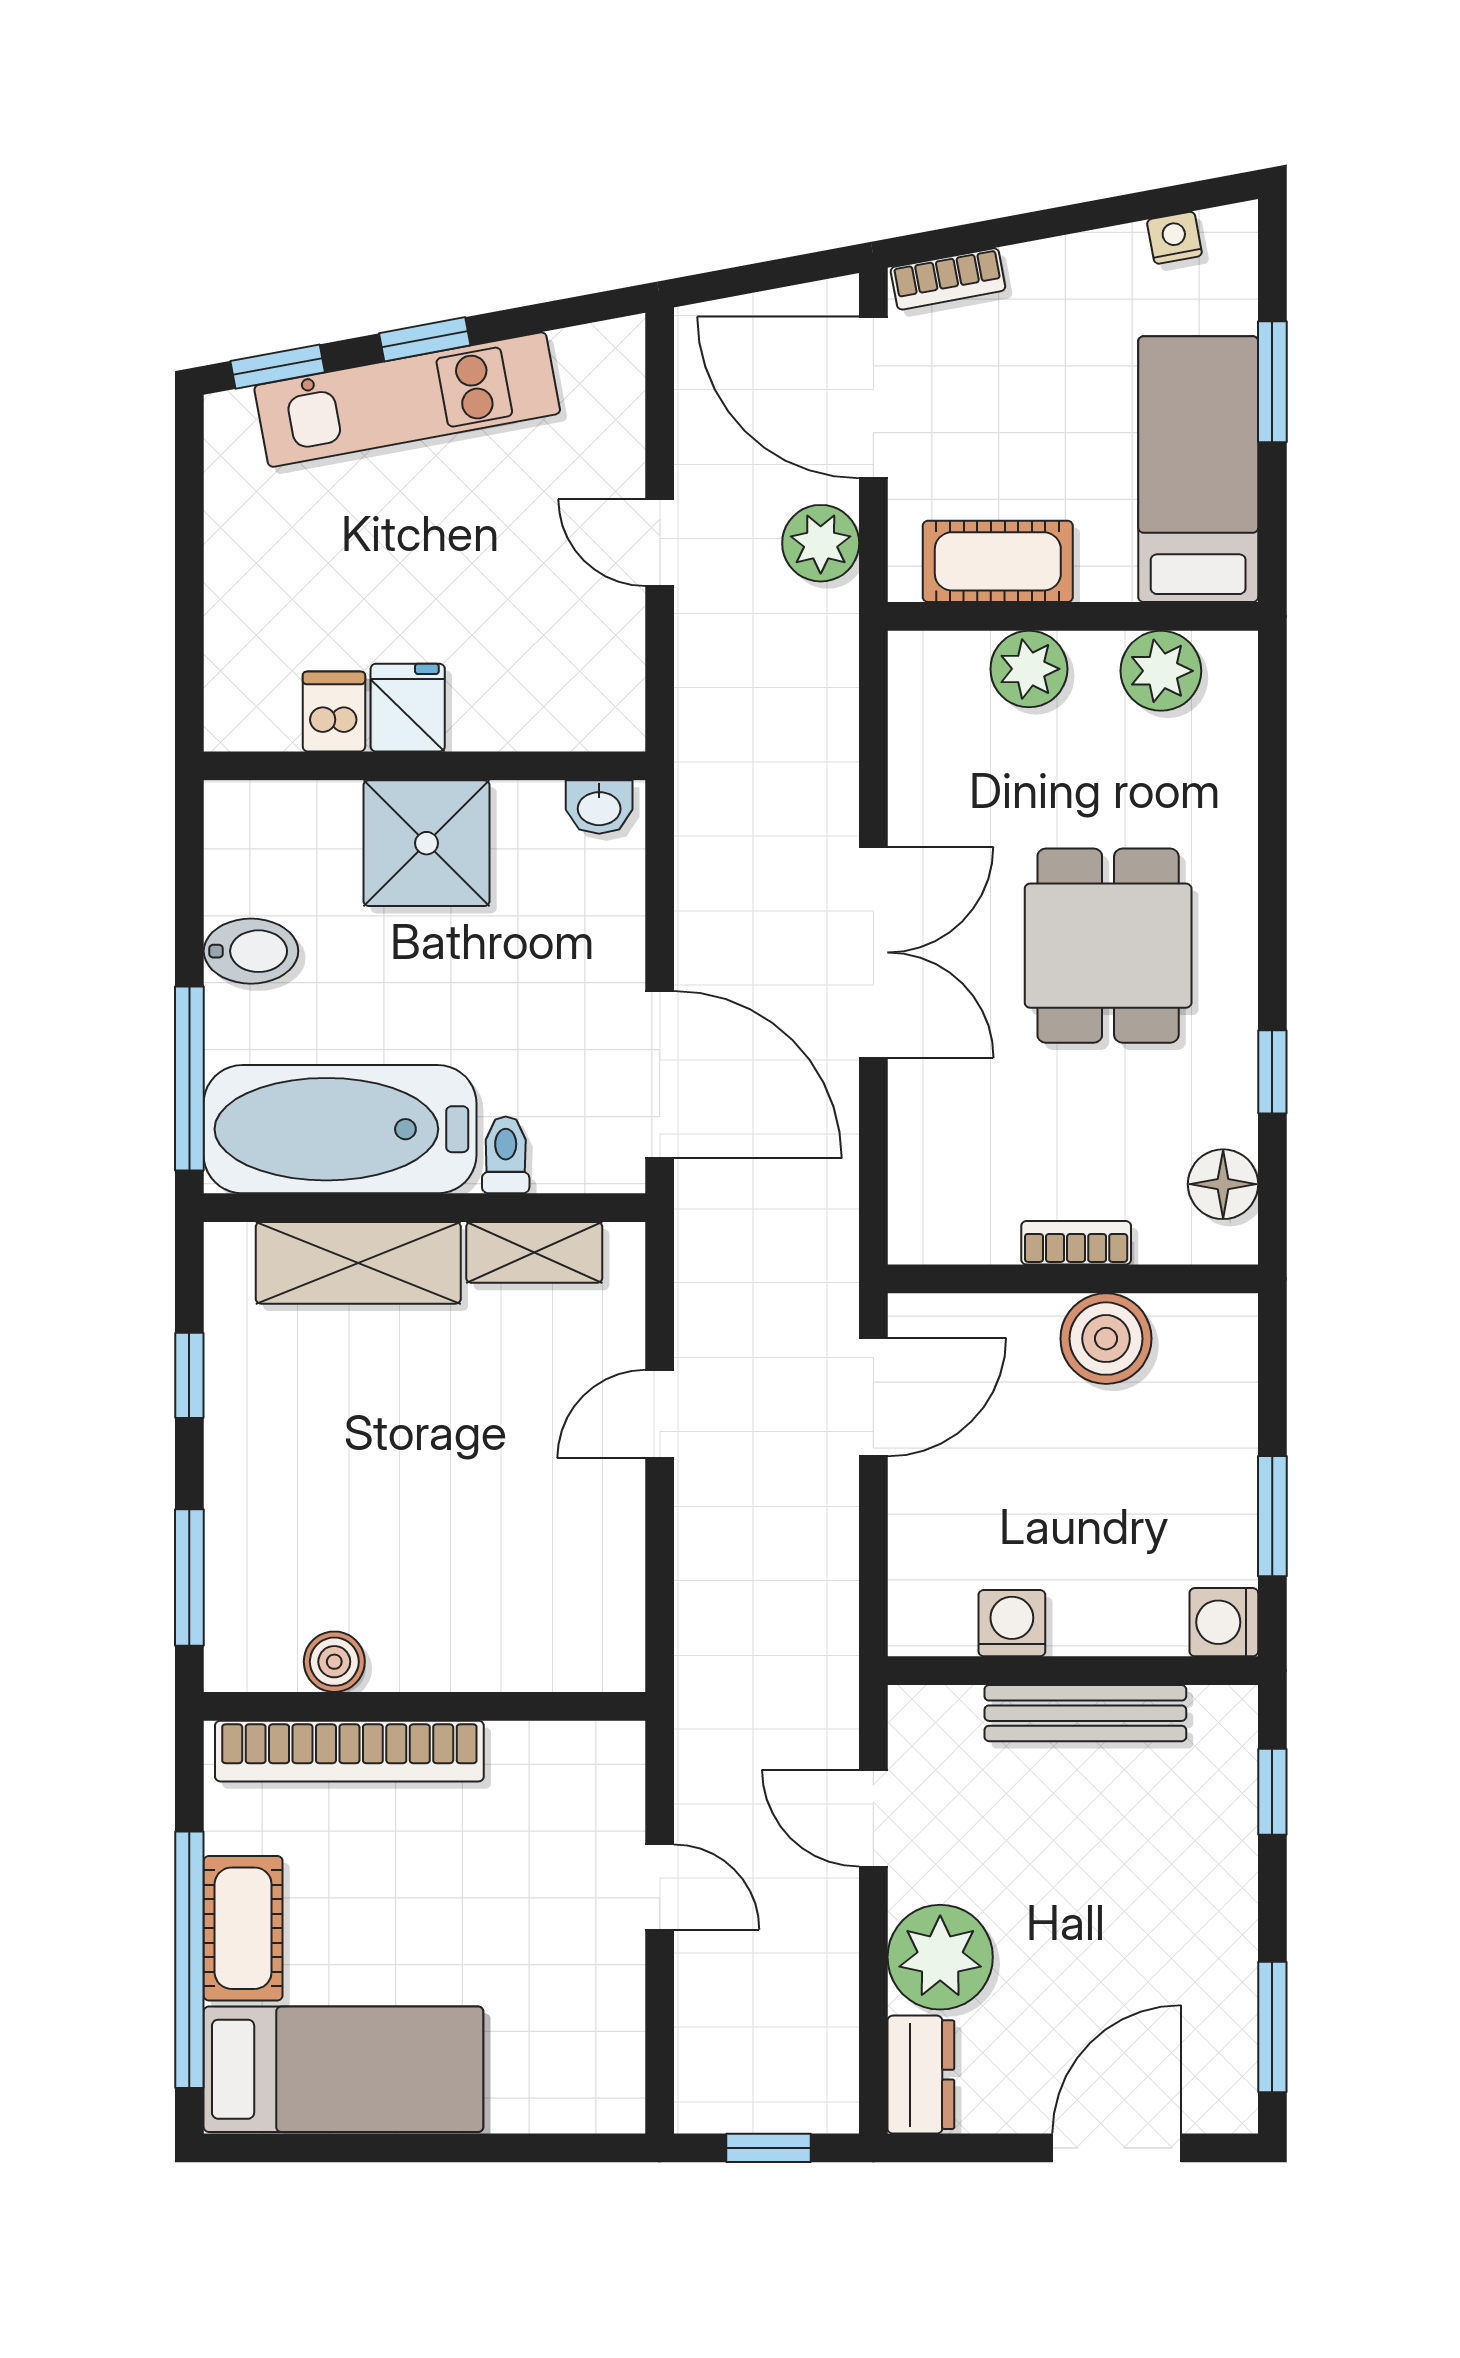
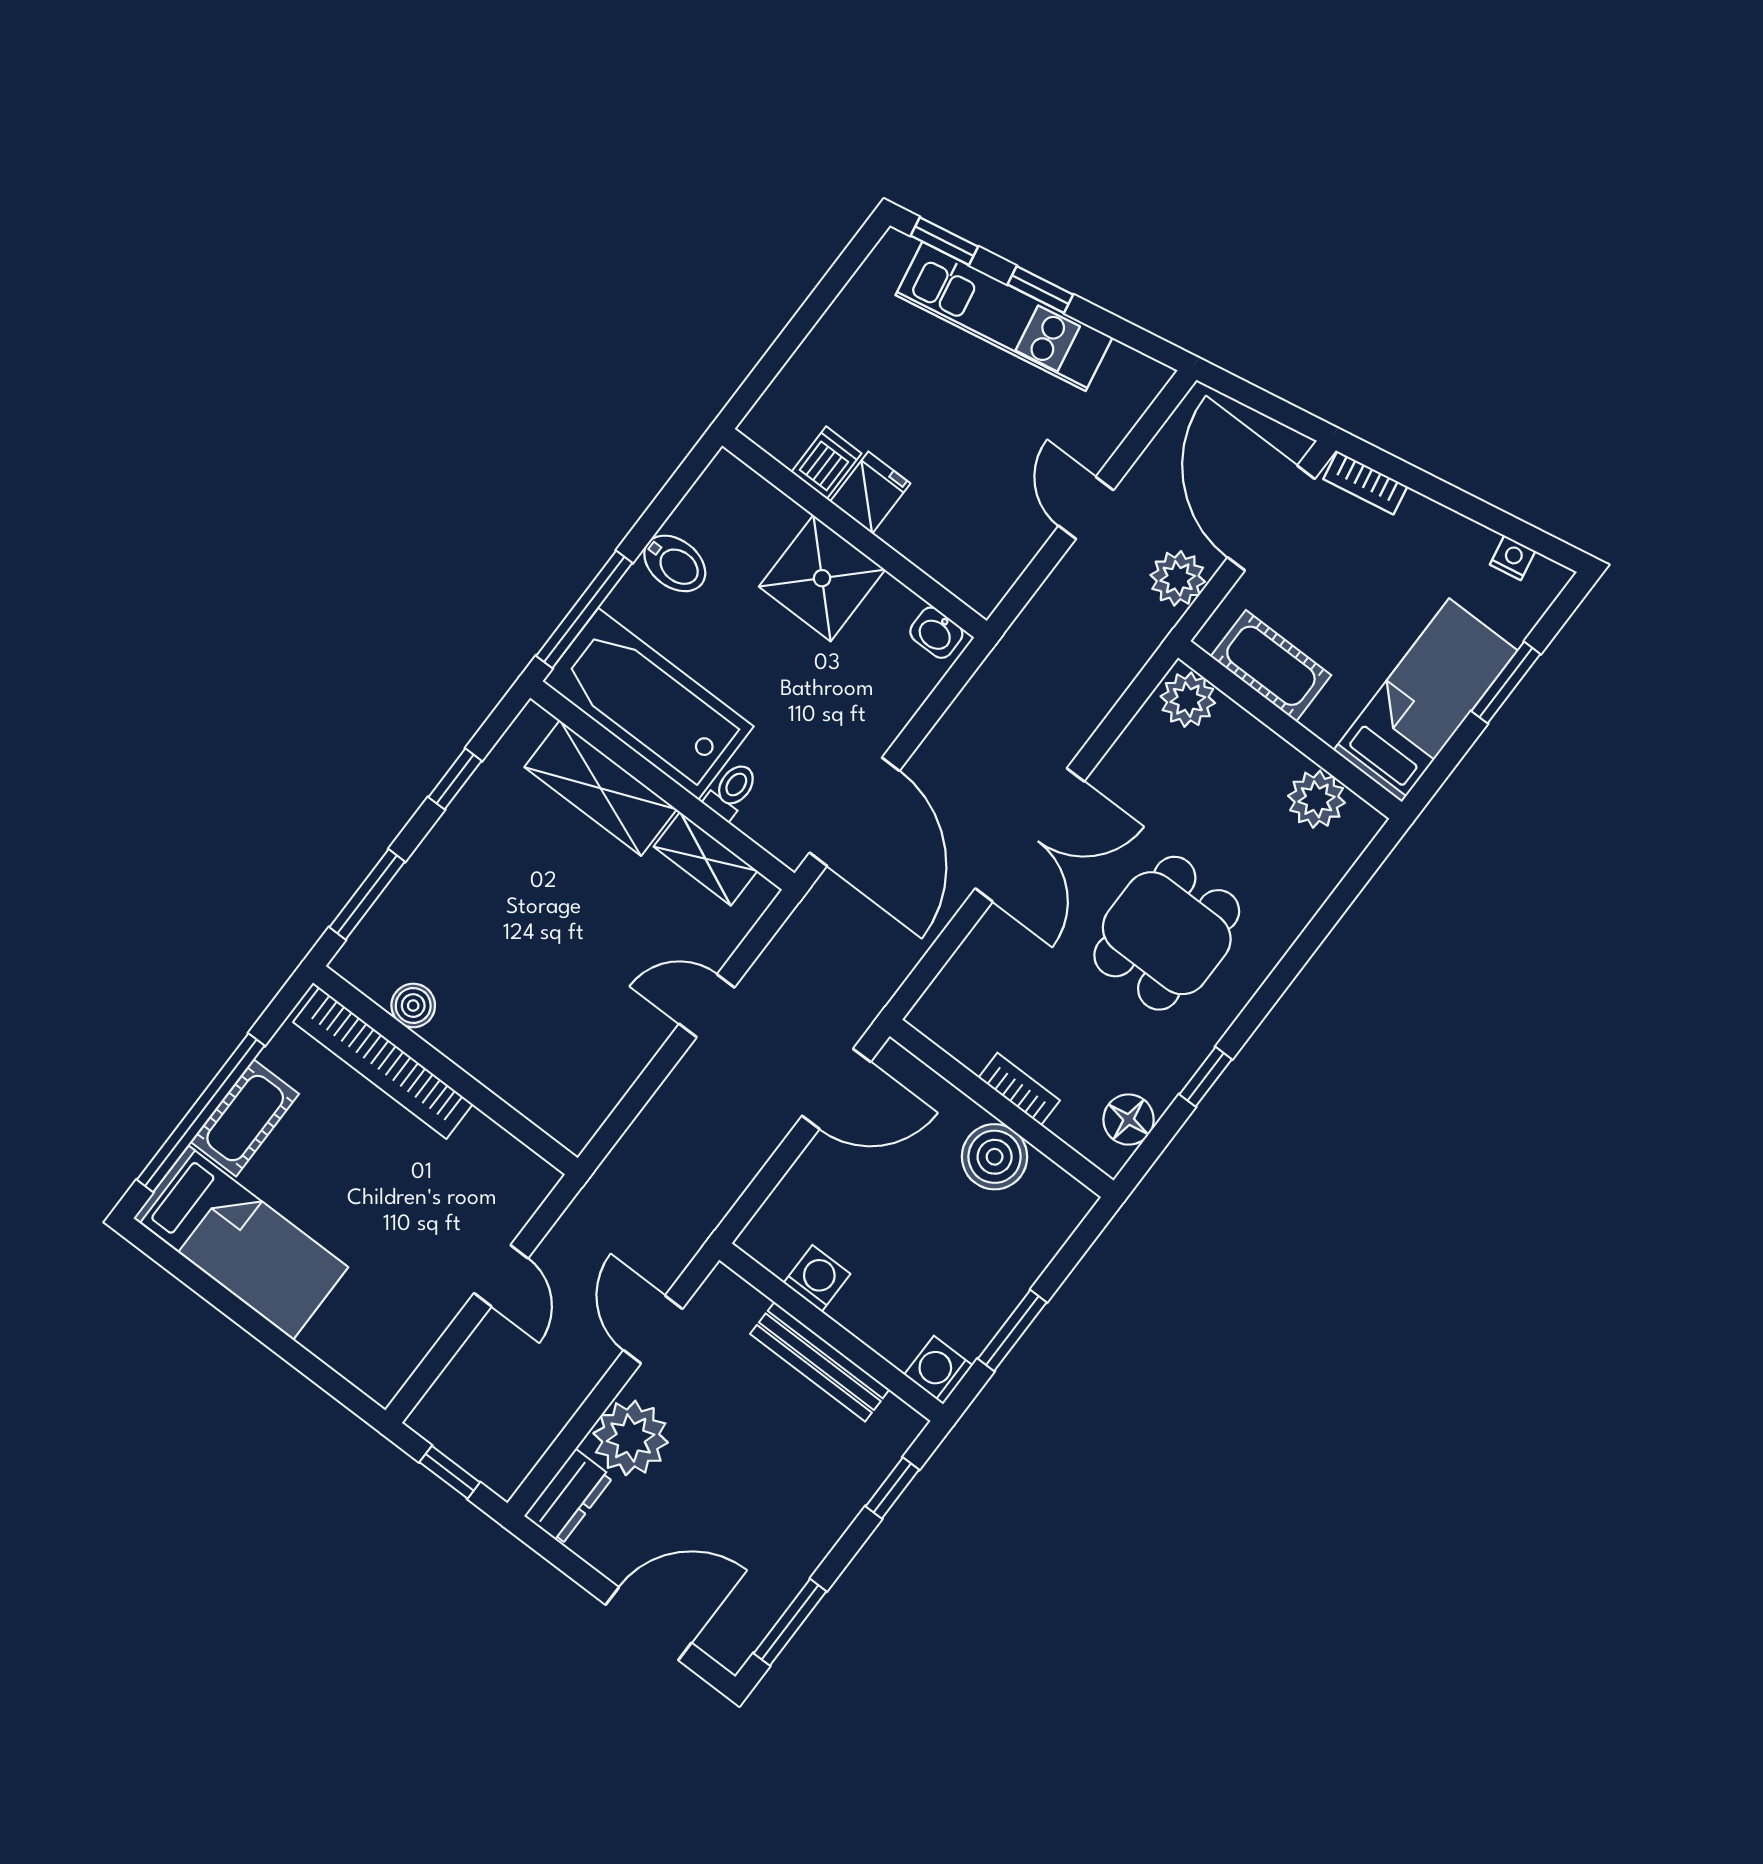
plant: (1029, 669) -> (1188, 700), moved

